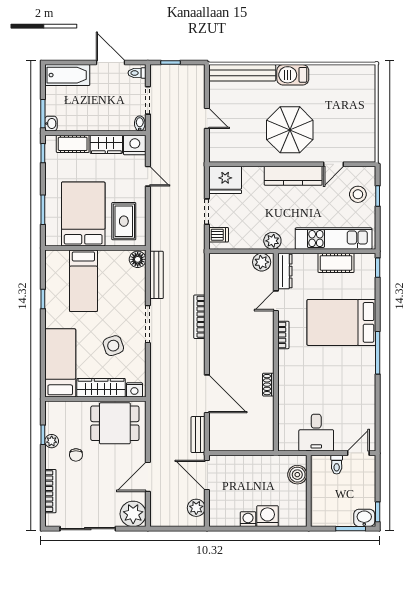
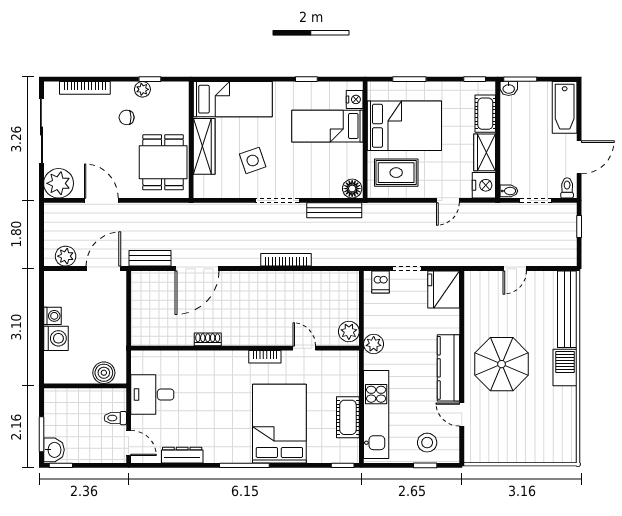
dresser: (285, 271) -> (182, 455), moved, turned 180
nightstand: (134, 390) -> (355, 99), moved, turned 180

